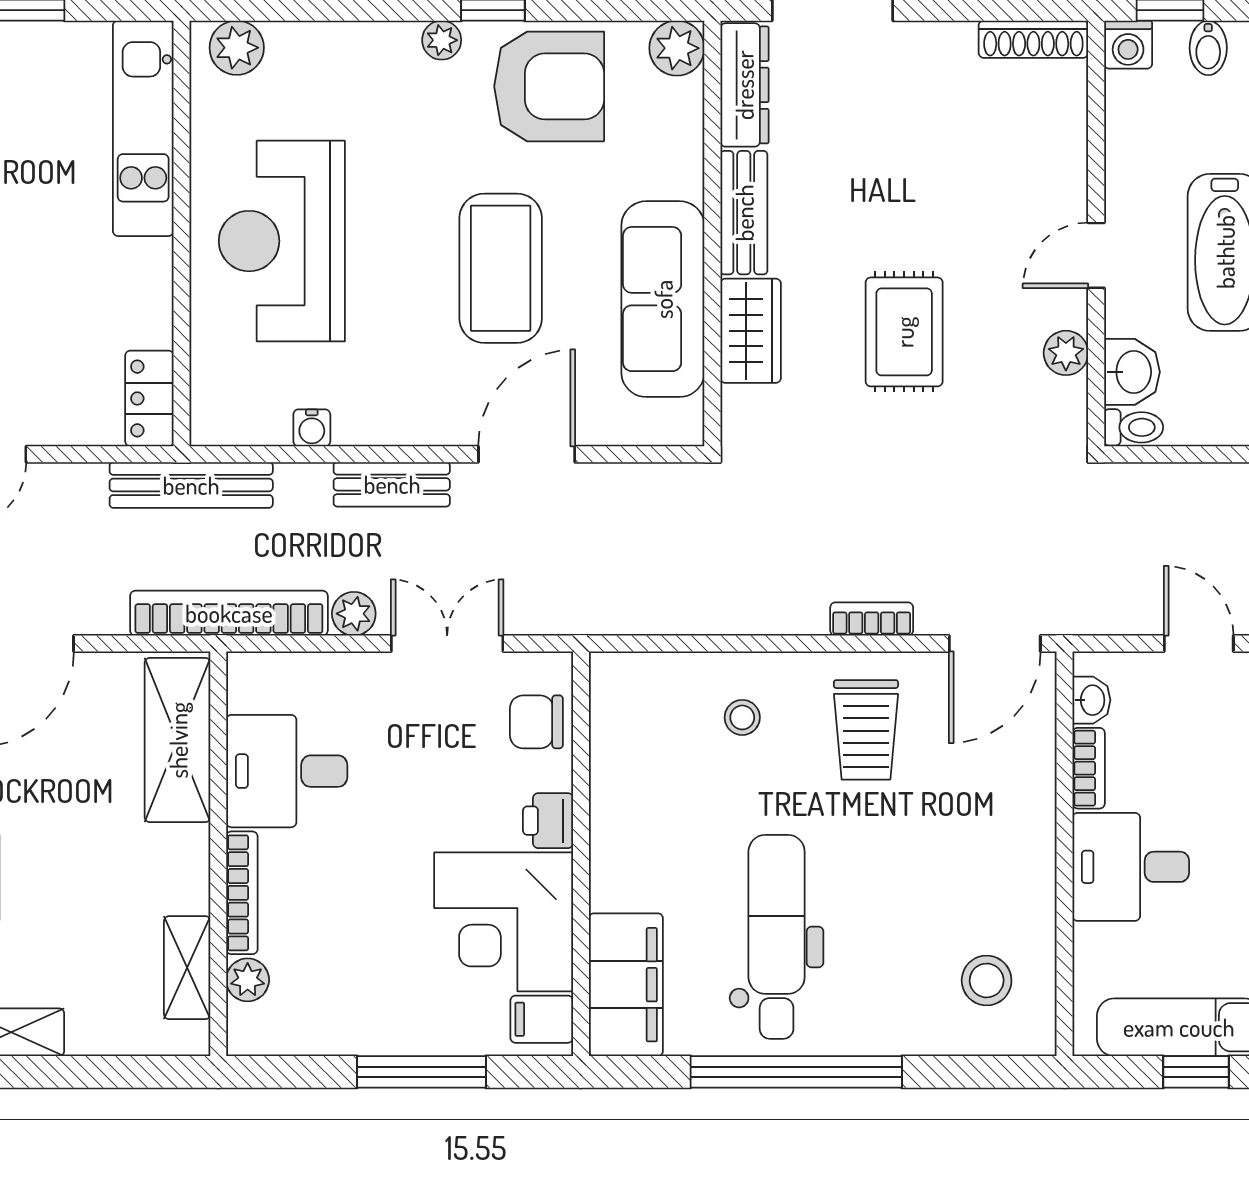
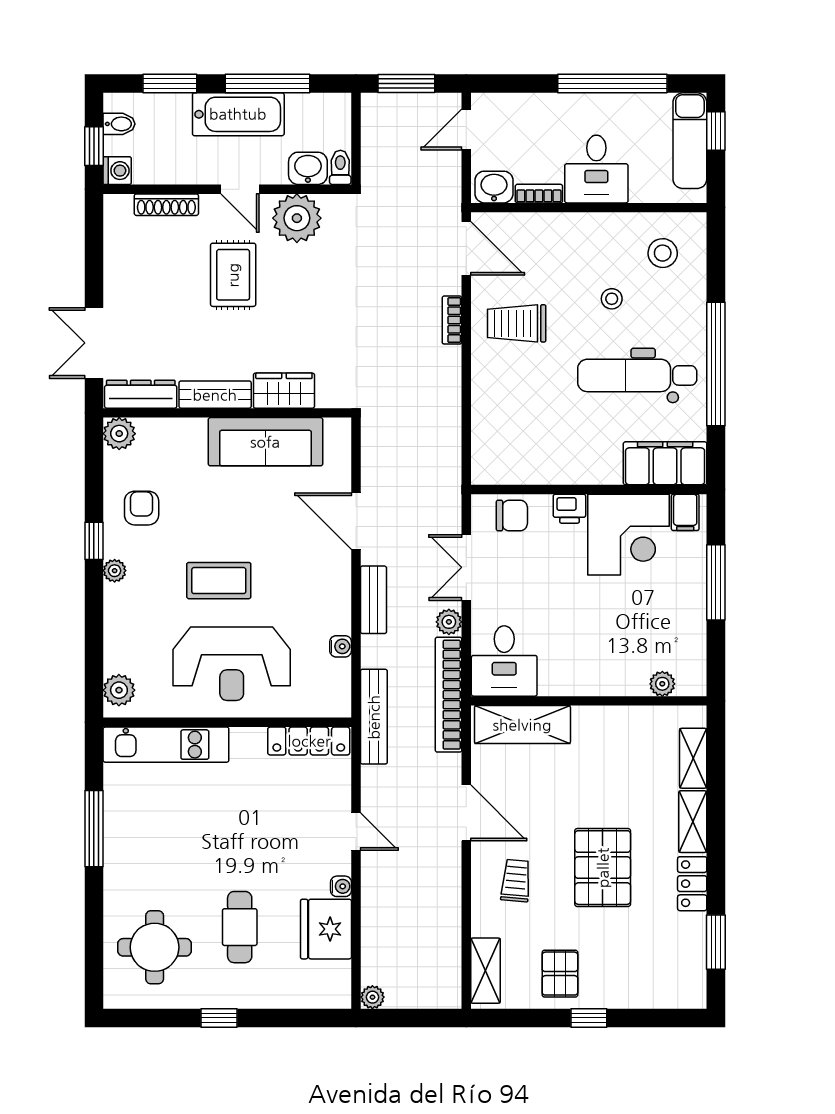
shoe rack: (1033, 39) -> (166, 205), moved, turned 90
armchair: (549, 86) -> (142, 508), width x0.53, depth x0.53
coffee table: (501, 268) -> (219, 581), moved, width x0.73, depth x0.76
rug: (904, 332) -> (233, 275), moved, turned 90
plant: (1066, 353) -> (297, 218), width x1.87, depth x1.87
locker: (149, 398) -> (309, 741), width x1.53
washbasin: (1091, 700) -> (494, 187), width x1.38, depth x1.45
stool: (742, 717) -> (612, 299), moved
chair: (536, 722) -> (512, 515), turned -90
trolley: (866, 730) -> (517, 323), turned 180
desk: (287, 771) -> (504, 661), moved
bookcase: (242, 893) -> (612, 687), removed
shelving: (187, 968) -> (693, 758), moved, turned 90

